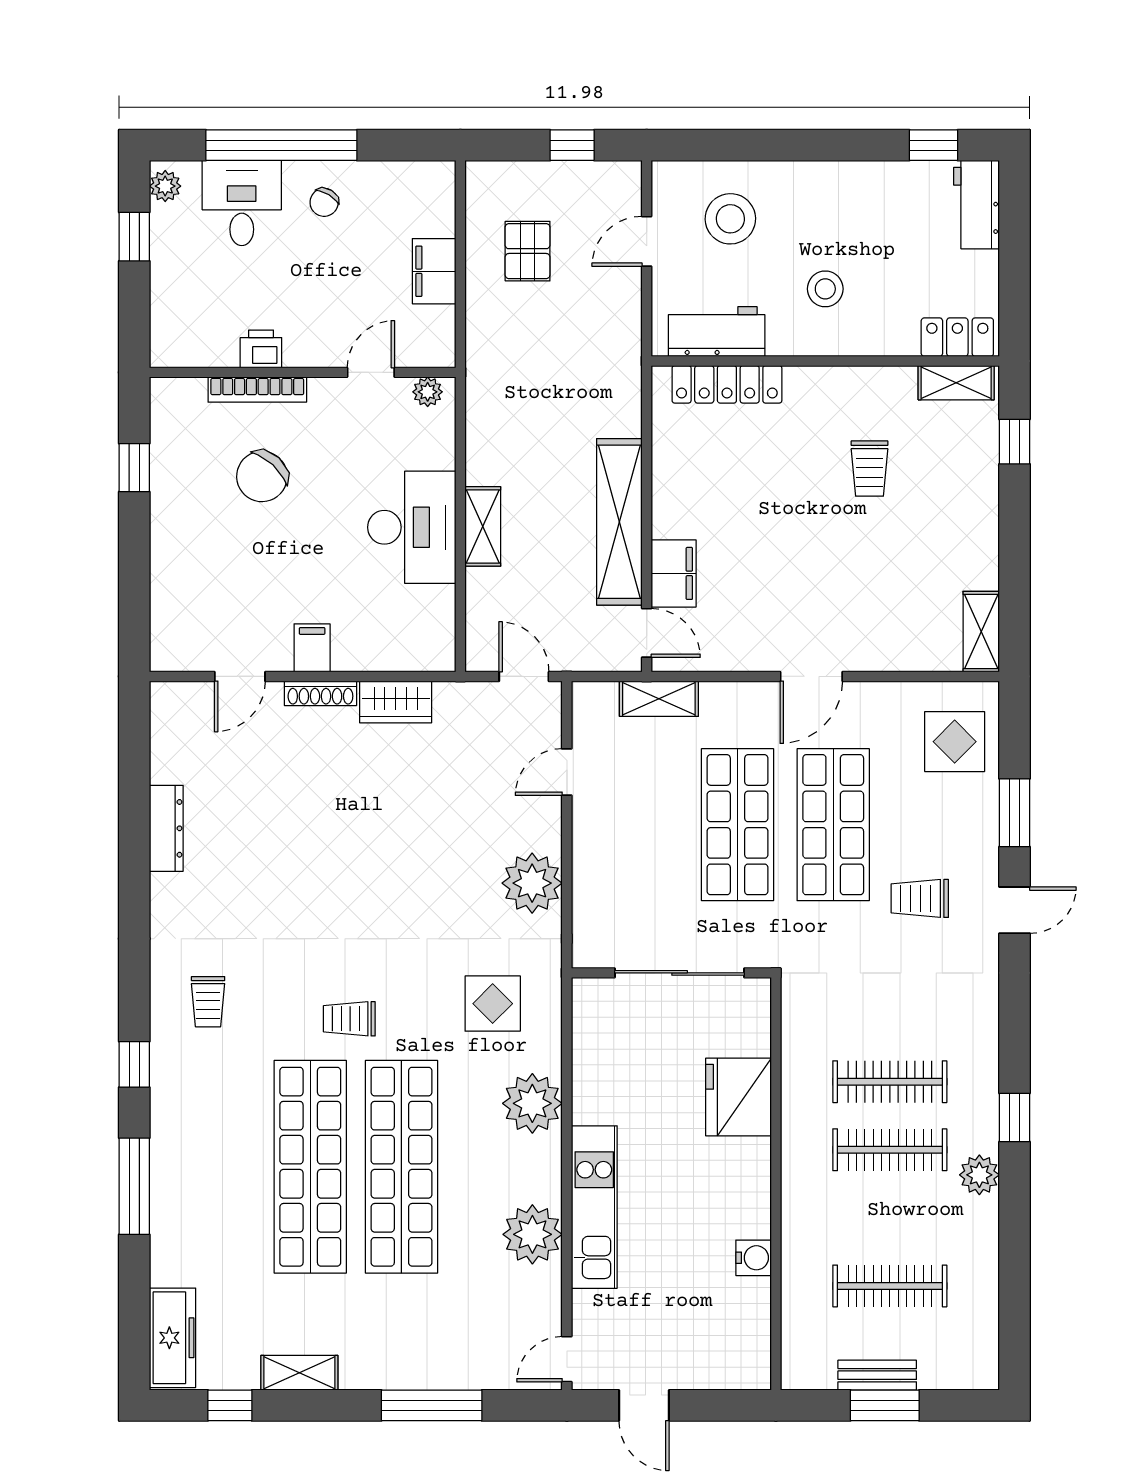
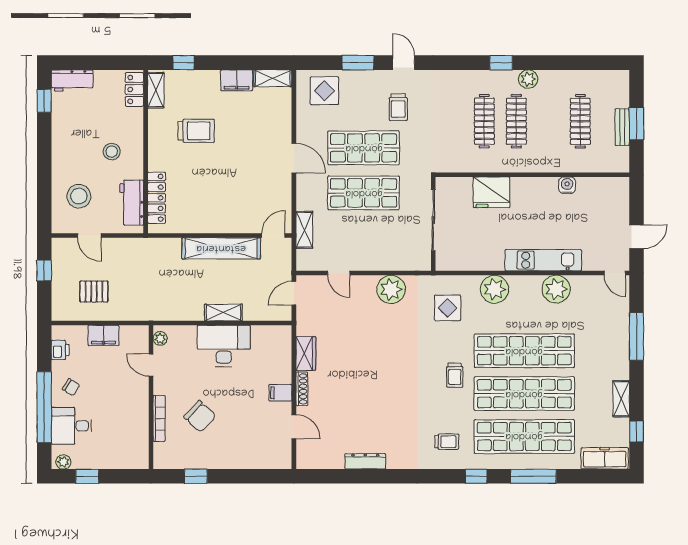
printer: (261, 349) -> (60, 350), moved, turned 180
trolley: (869, 469) -> (196, 131), width x1.36, depth x1.39
filing cabinet: (674, 573) -> (237, 80), moved, turned 180
shop shelf: (219, 1167) -> (524, 436), added

